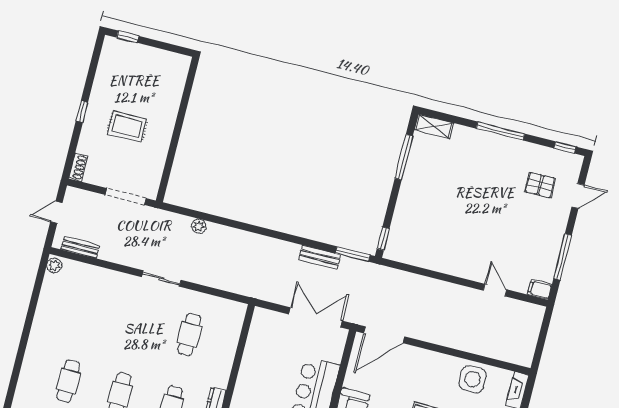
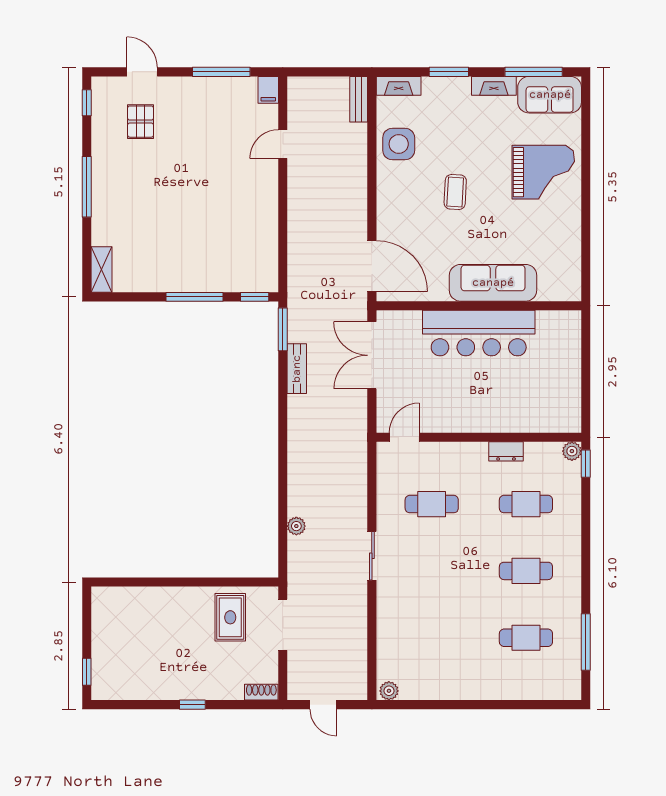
rug: (127, 127) -> (230, 617), moved
window: (404, 157) -> (195, 297), moved
bench: (80, 247) -> (359, 99), moved
door: (246, 326) -> (404, 437), added

